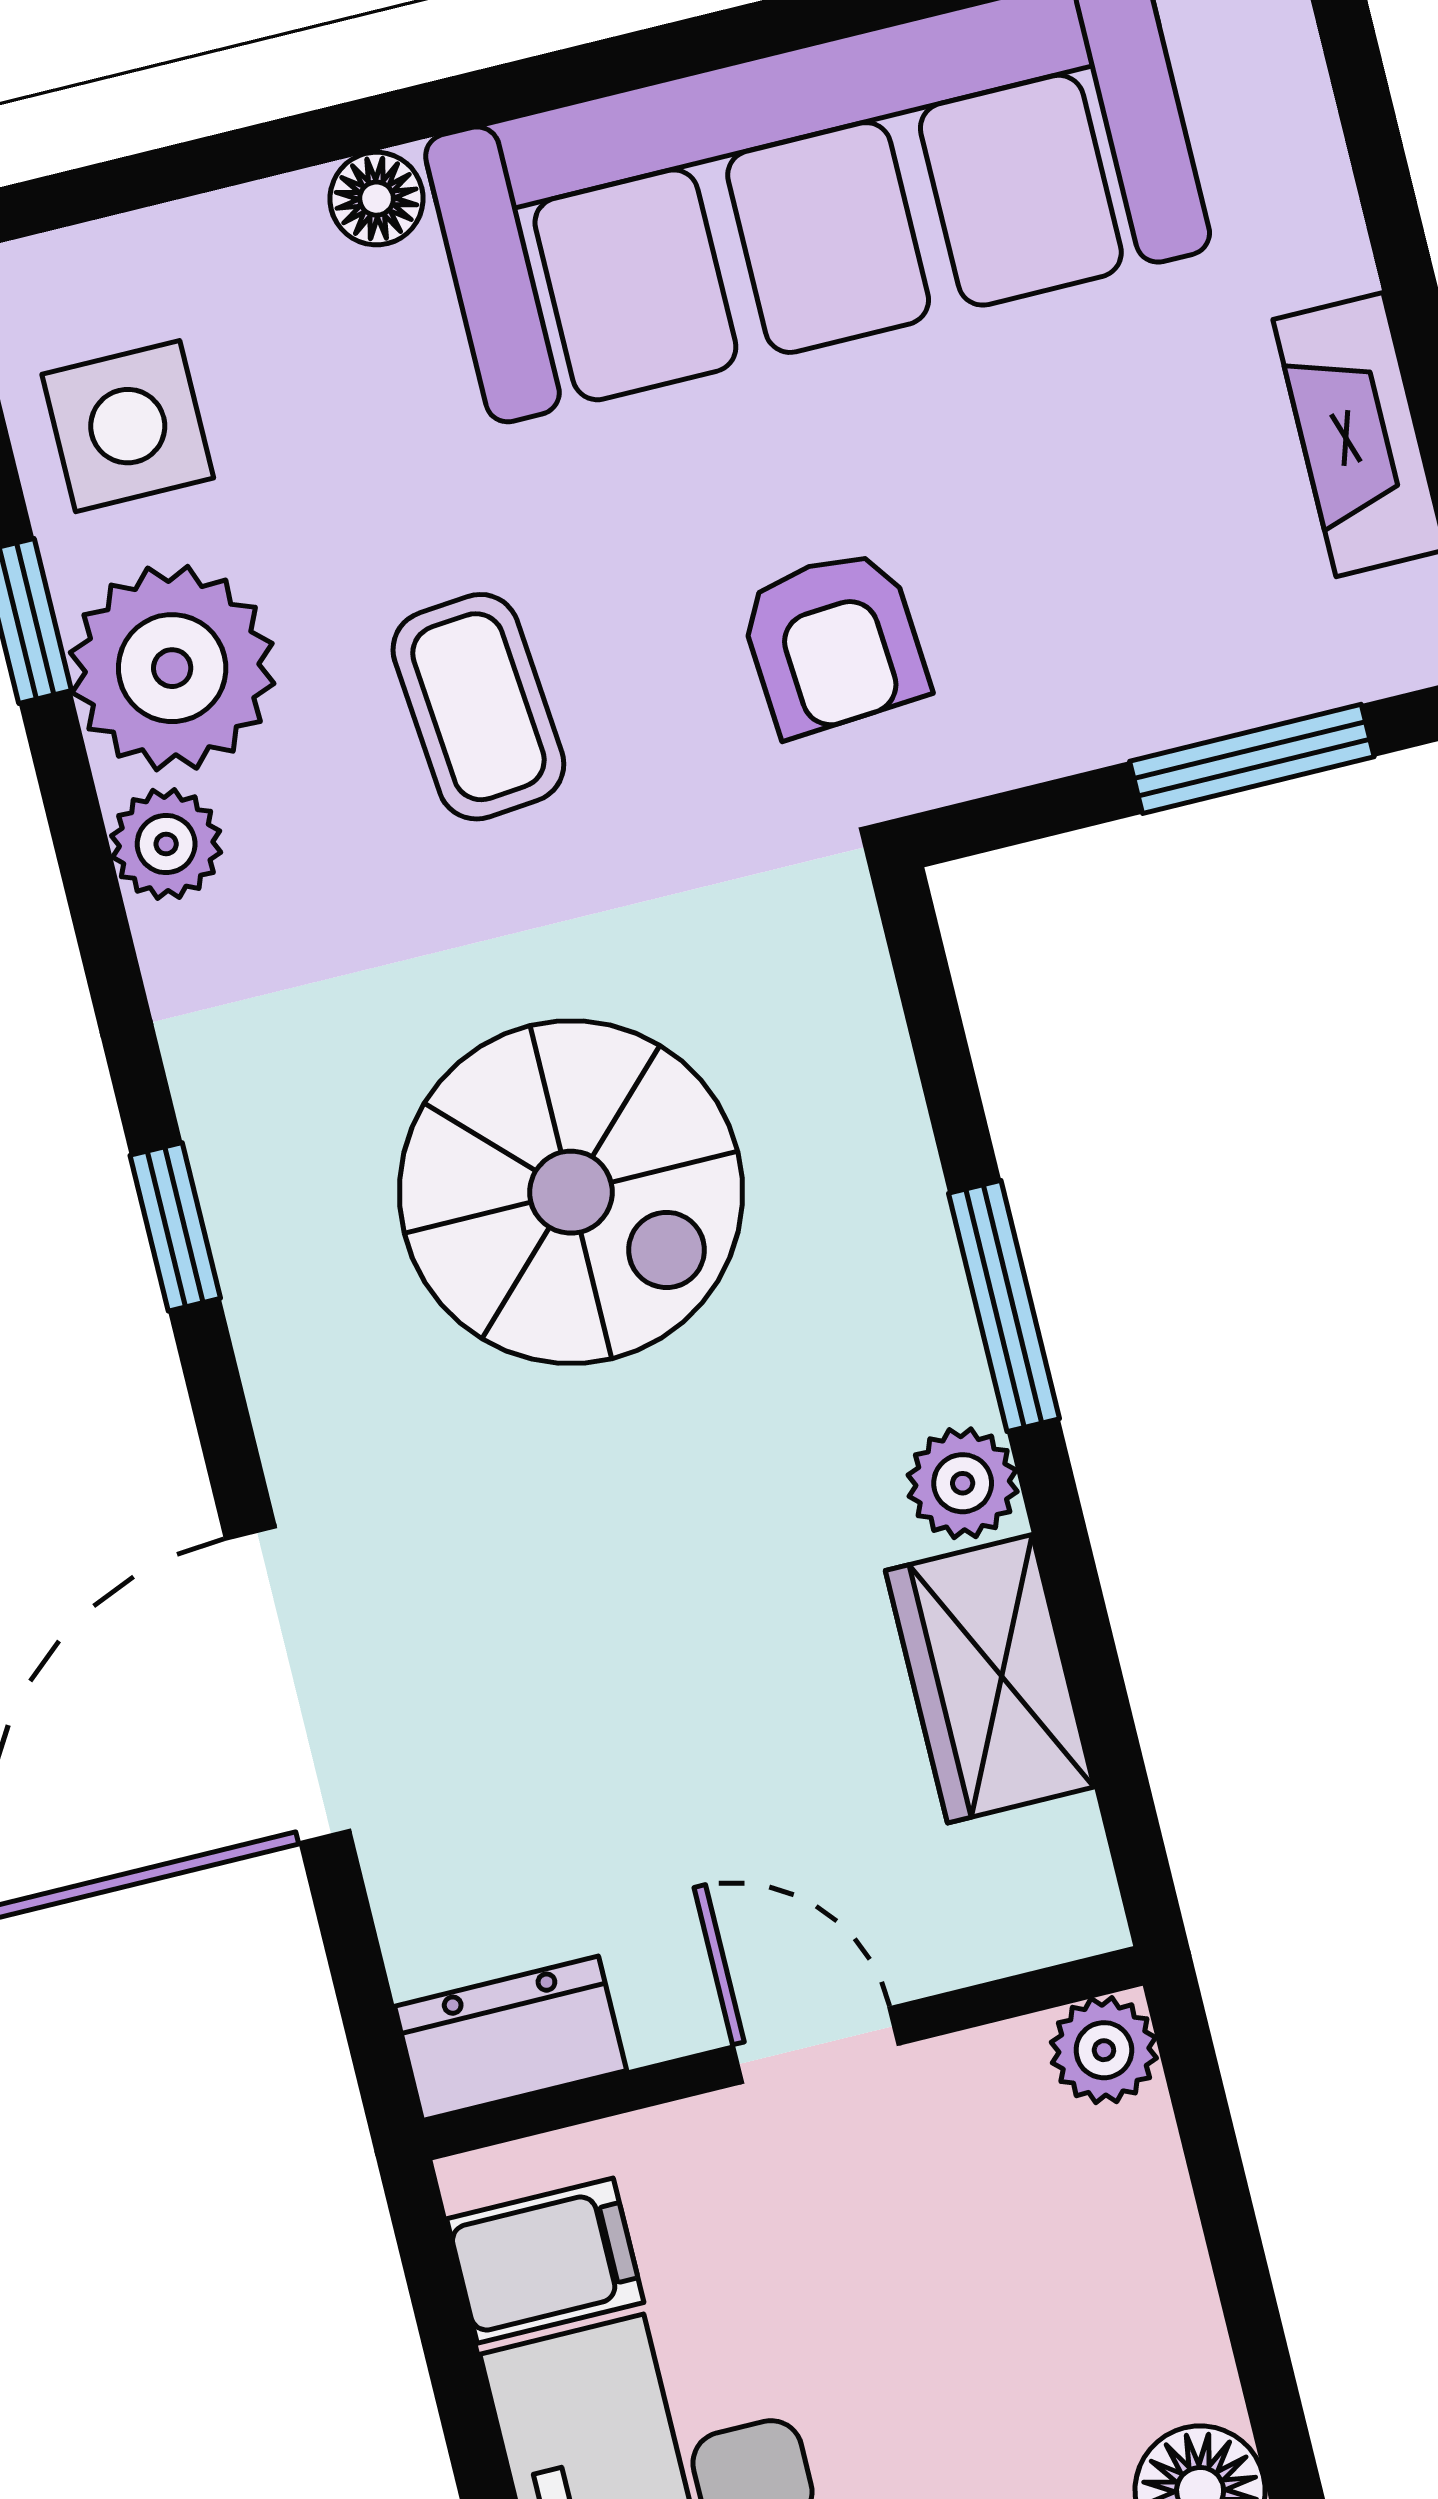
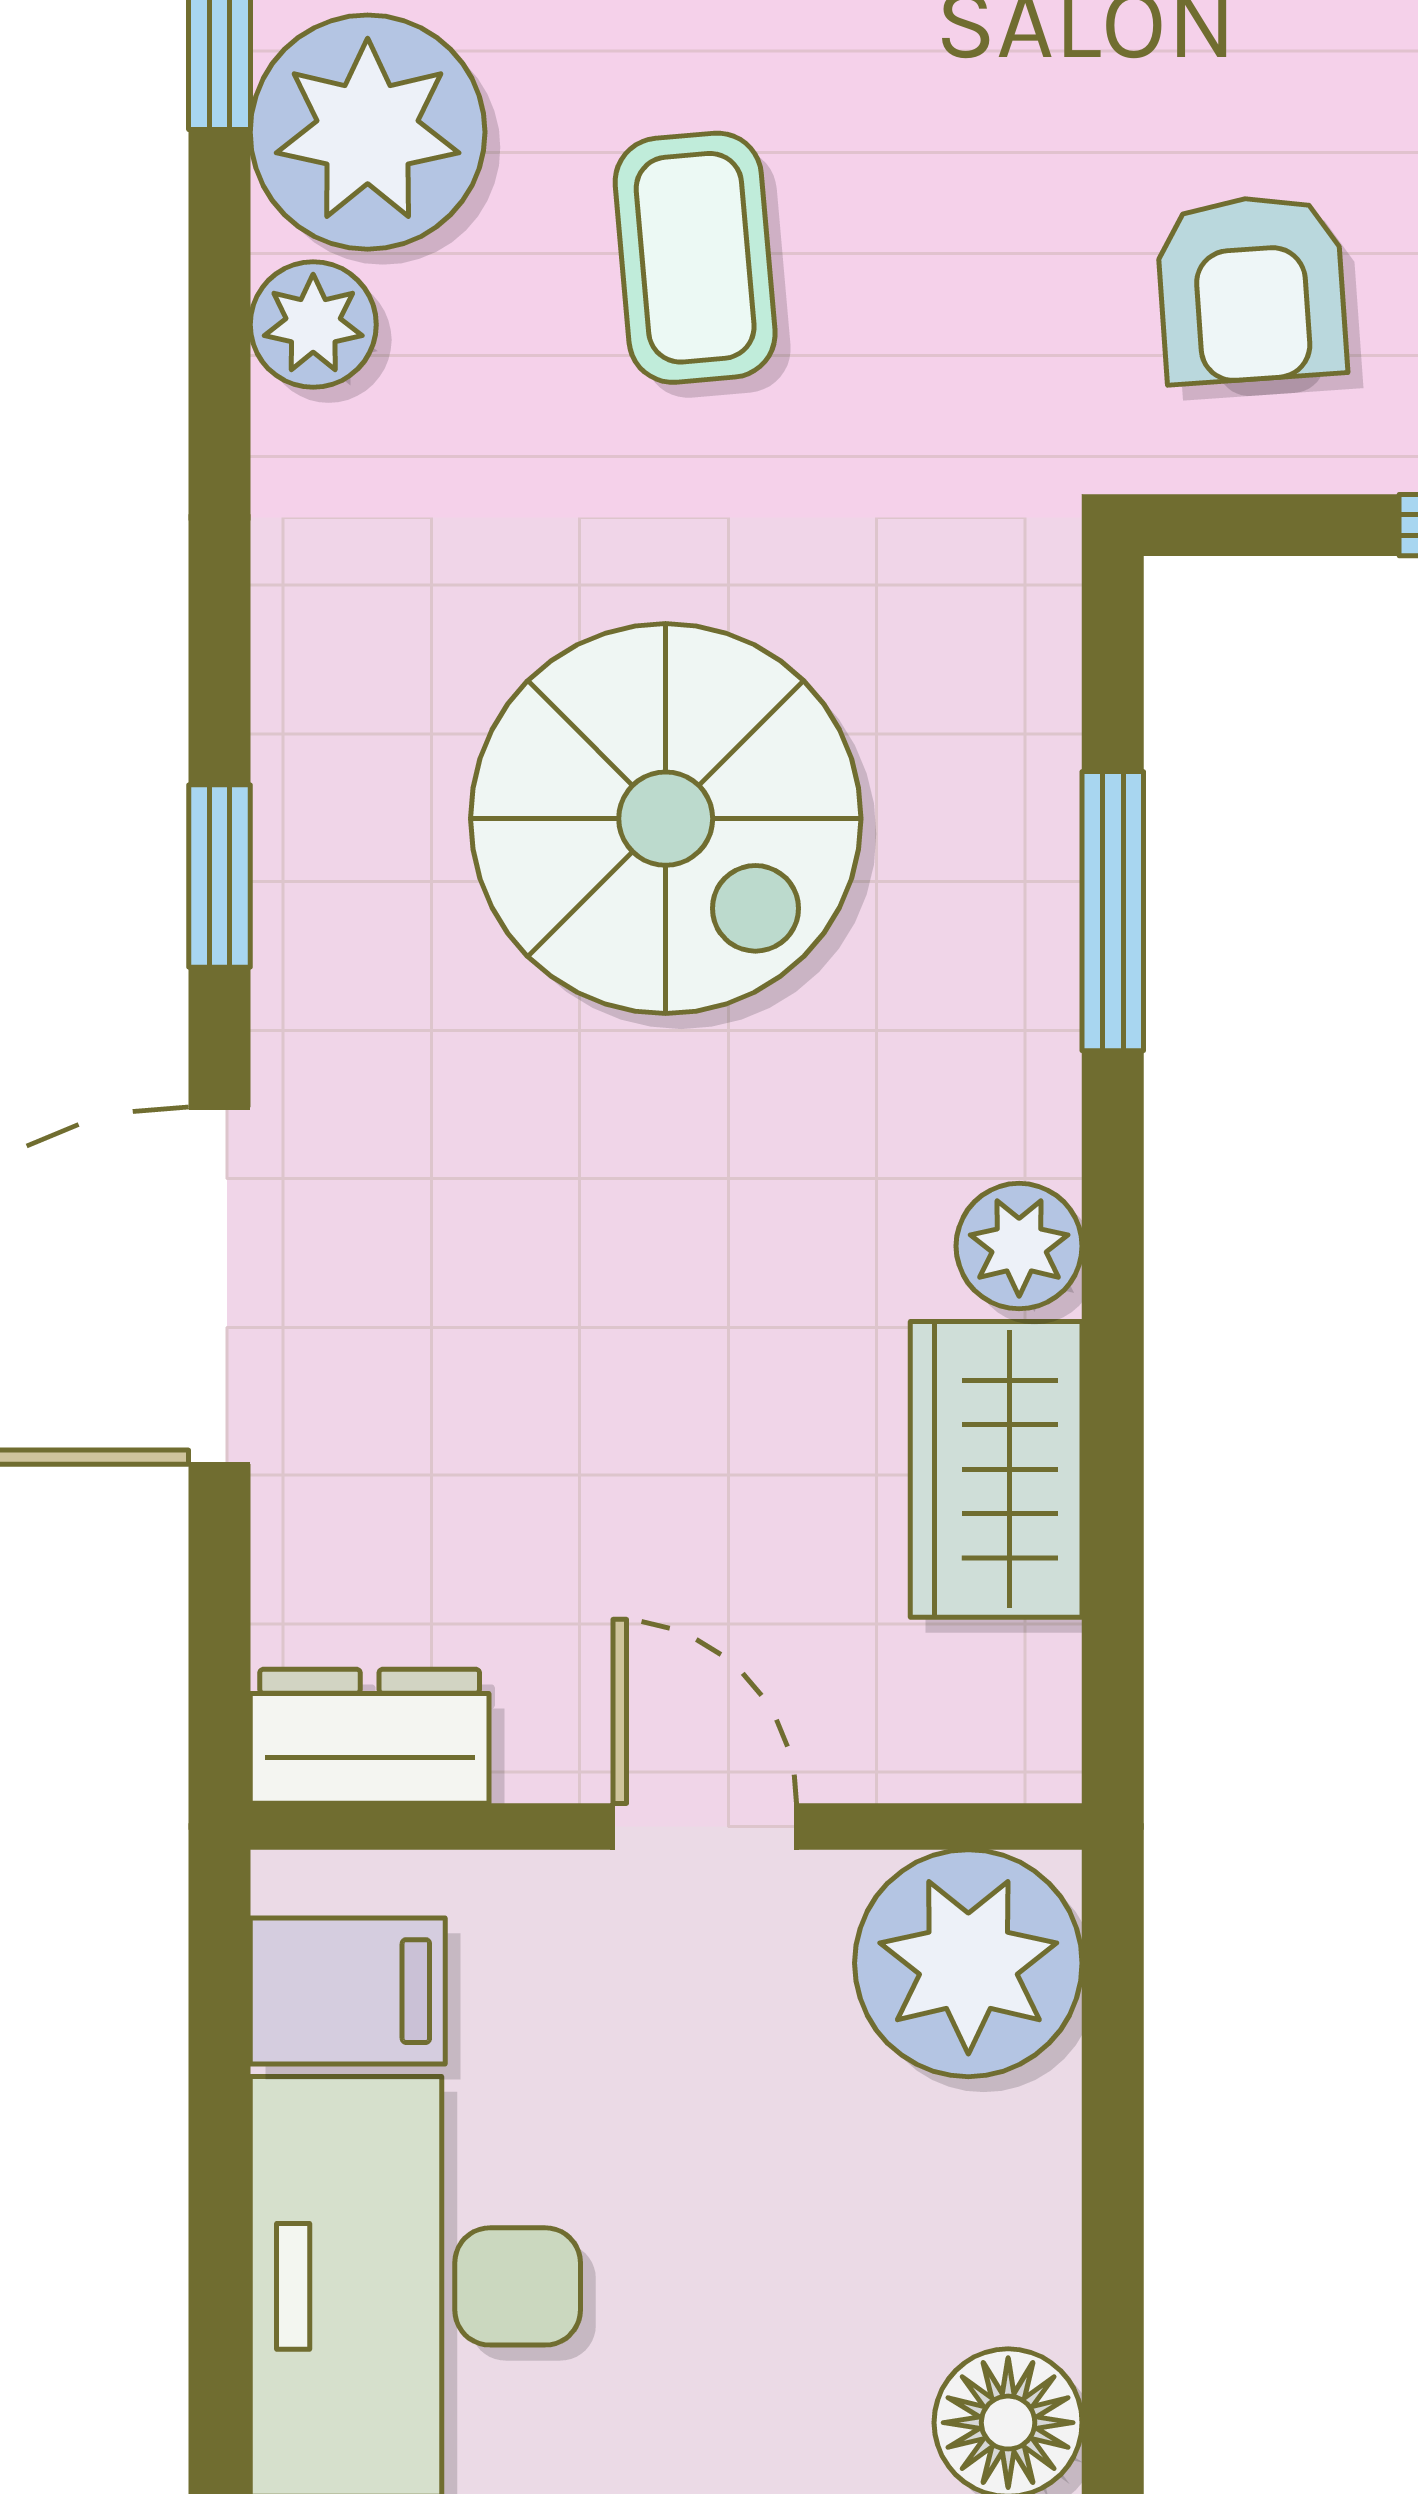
armchair: (833, 642) -> (1251, 289), moved
window: (175, 1227) -> (219, 876), moved
window: (1004, 1306) -> (1113, 911), moved
plant: (1104, 2050) -> (968, 1963), width x1.87, depth x1.87

